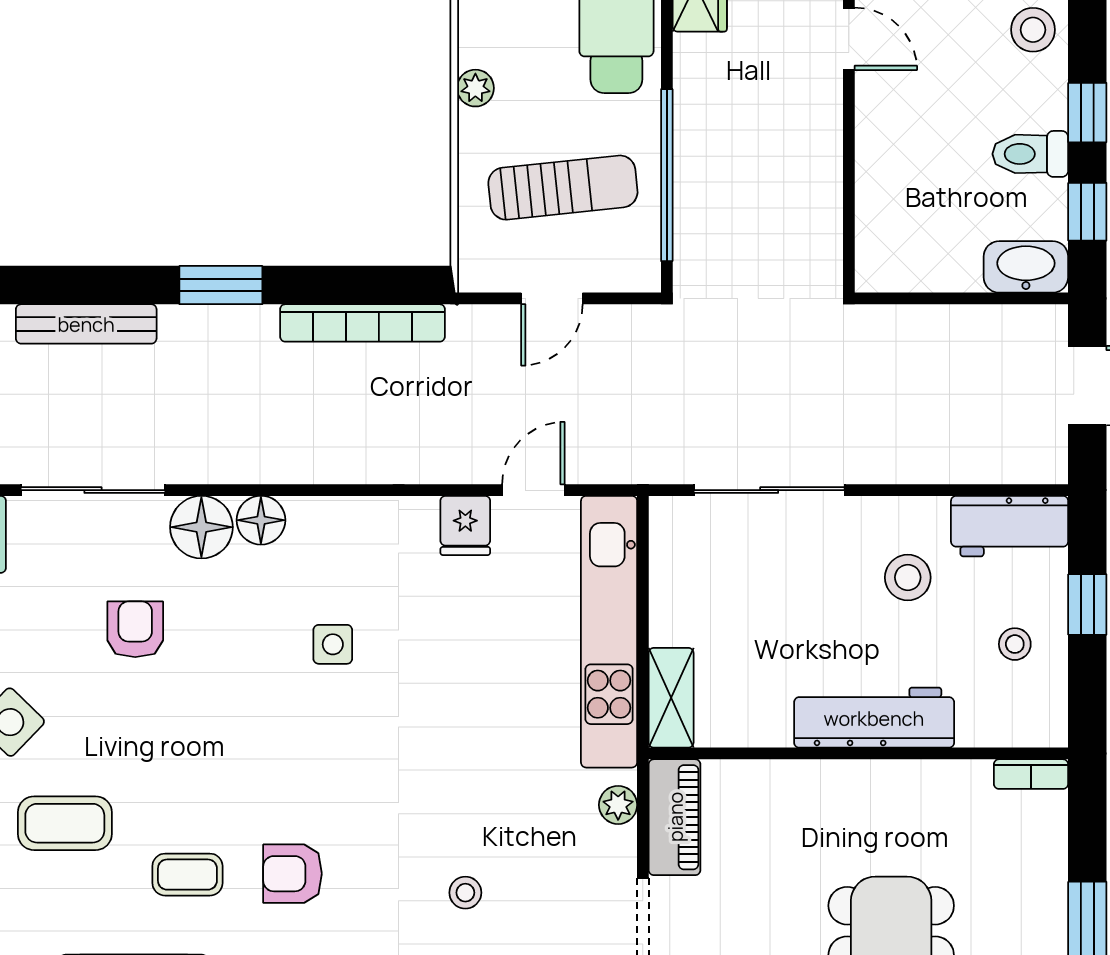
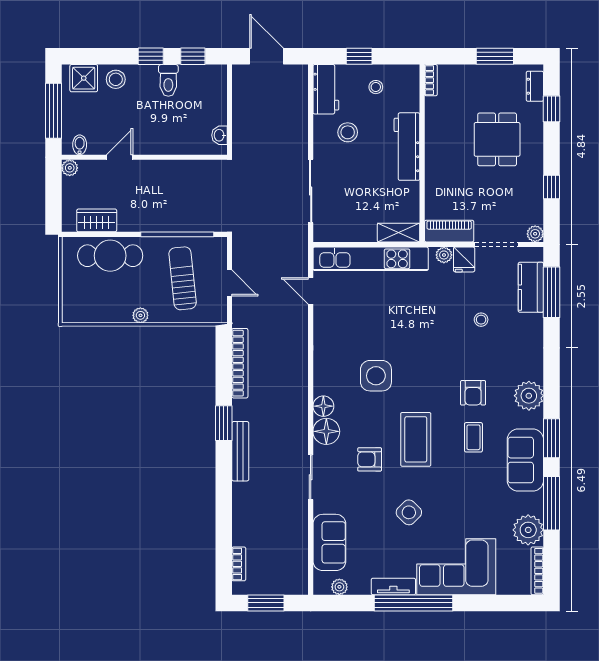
washbasin: (1026, 267) -> (220, 135), moved, width x0.52, depth x0.69
bench: (86, 324) -> (240, 451), moved
sliding door: (93, 490) -> (311, 477), width x0.73
fridge: (465, 525) -> (464, 259), moved, turned 90
side table: (333, 644) -> (376, 376), width x1.87, depth x1.87
coffee table: (65, 823) -> (416, 439), moved, width x1.36, depth x1.32

